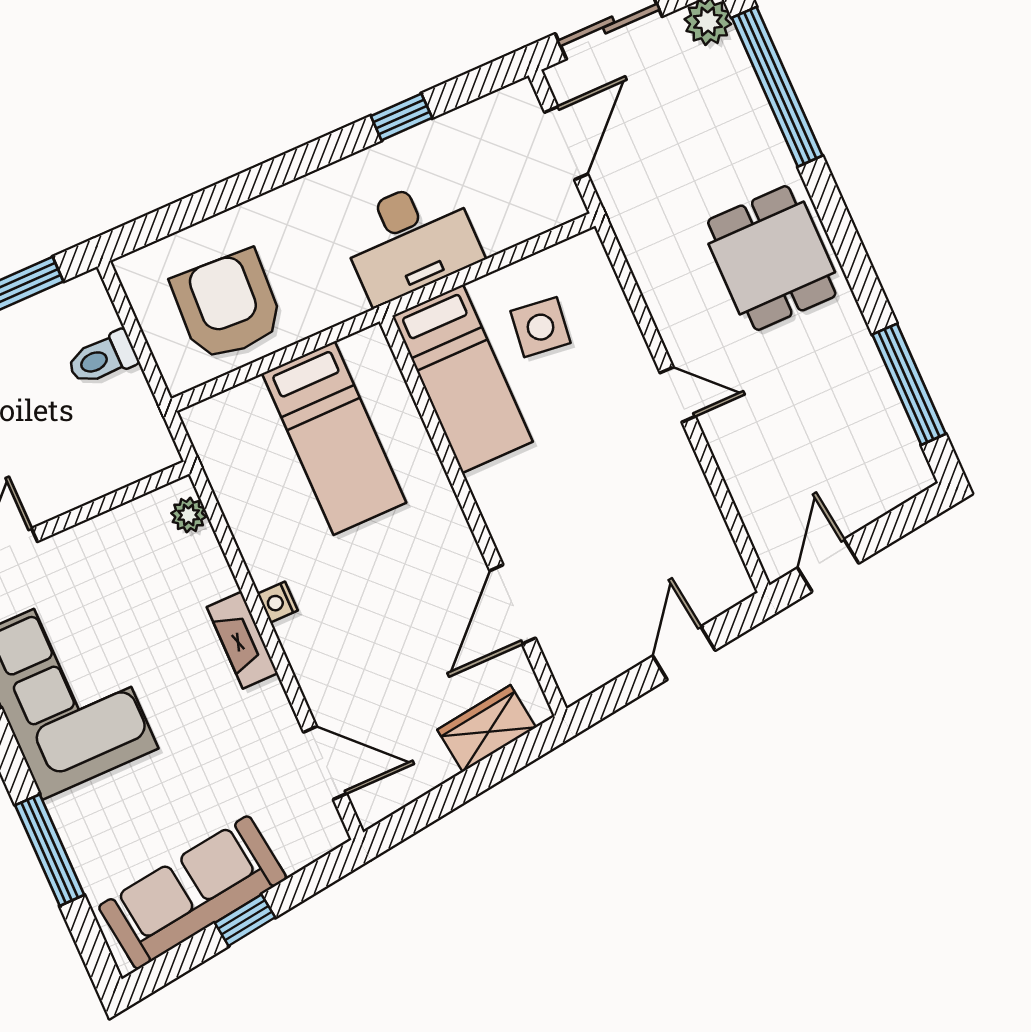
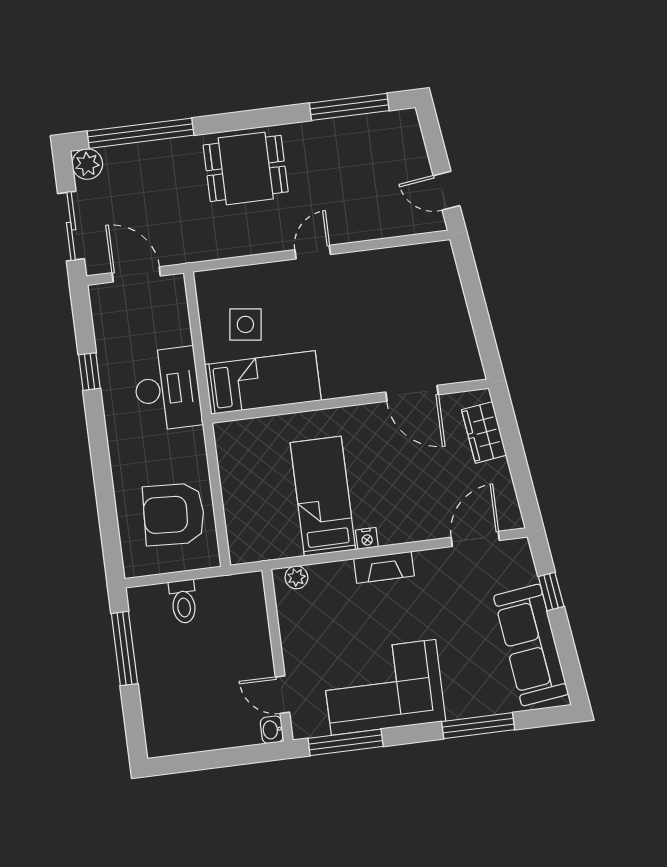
bed: (334, 438) -> (323, 496), moved, turned -90
door: (684, 653) -> (474, 296), removed
window: (245, 920) -> (551, 591), moved

